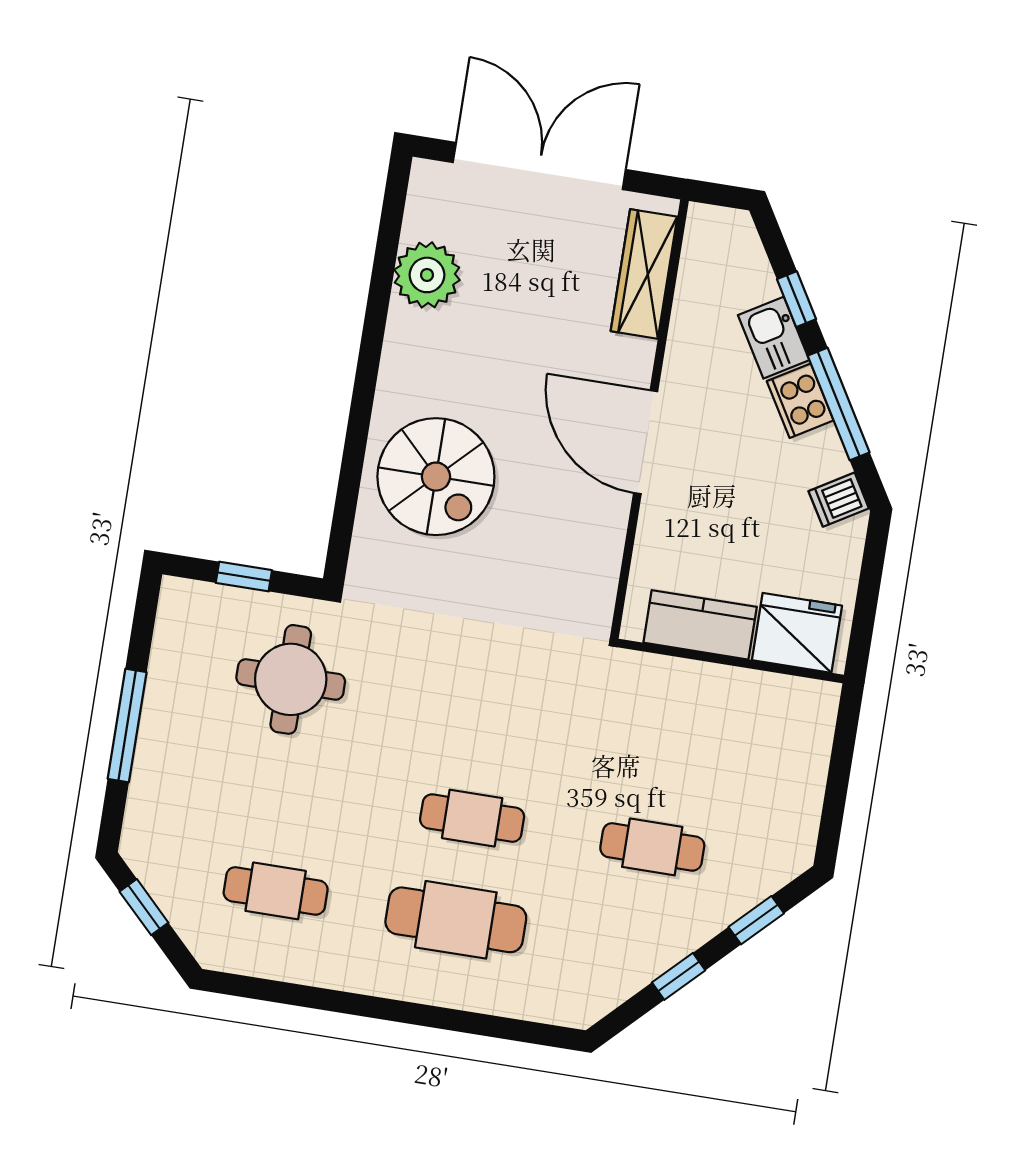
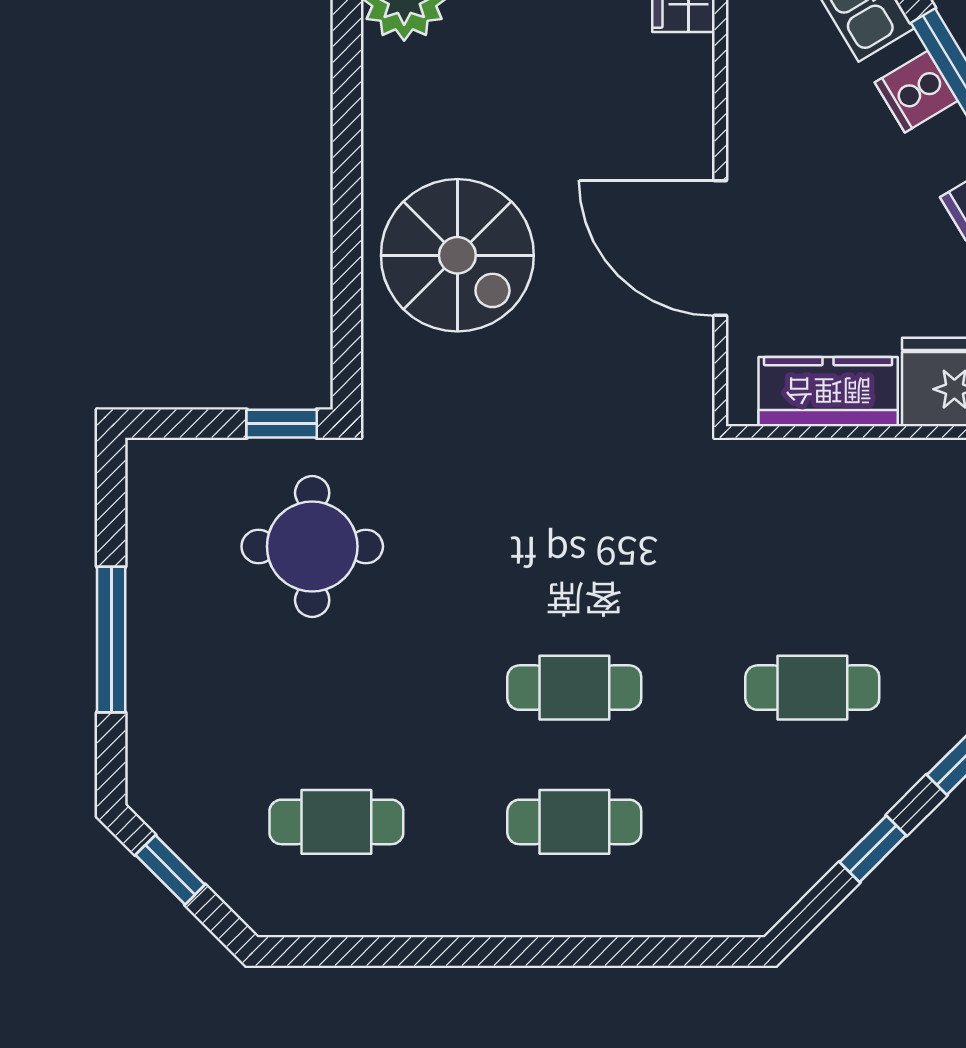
cooker: (800, 401) -> (916, 92), width x0.73
door: (646, 442) -> (720, 248), moved
window: (244, 577) -> (282, 424), moved
cafe table: (456, 920) -> (574, 822), width x0.73, depth x0.74

